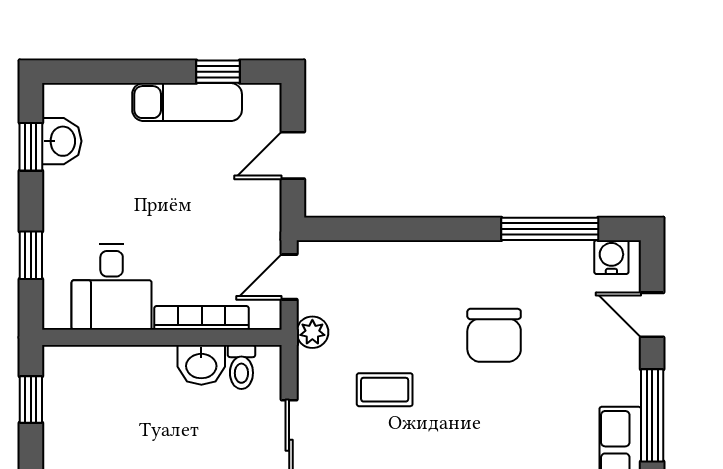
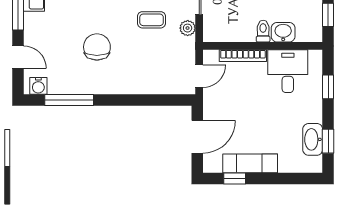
washbasin: (62, 141) -> (313, 139), width x1.38
door: (293, 155) -> (197, 137), width x1.38
plant: (312, 332) -> (188, 28), moved
washbasin: (201, 365) -> (283, 32), moved
toilet: (241, 367) -> (263, 31), moved

